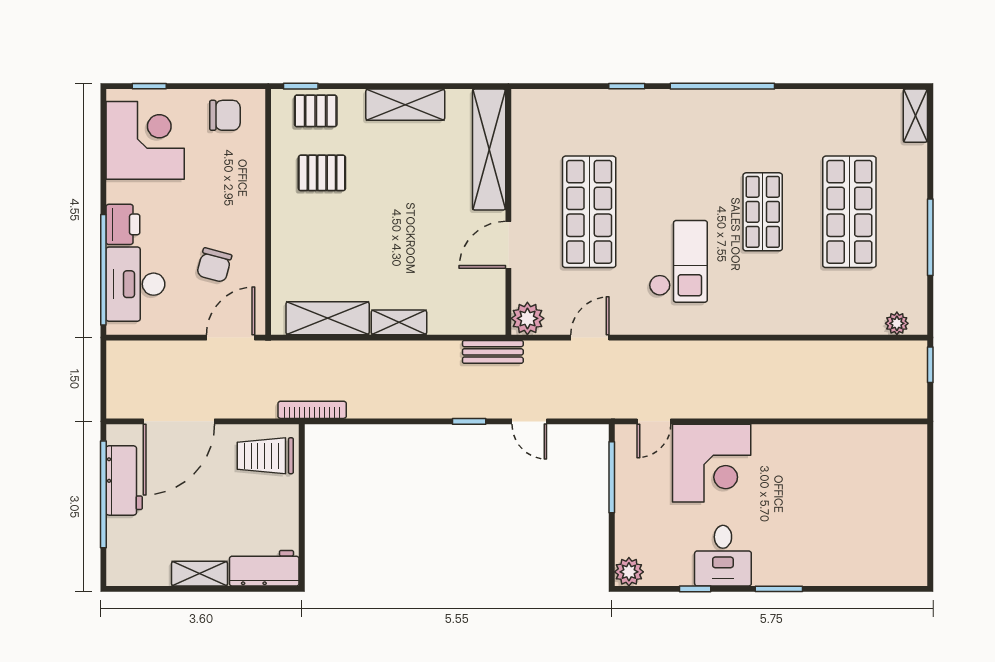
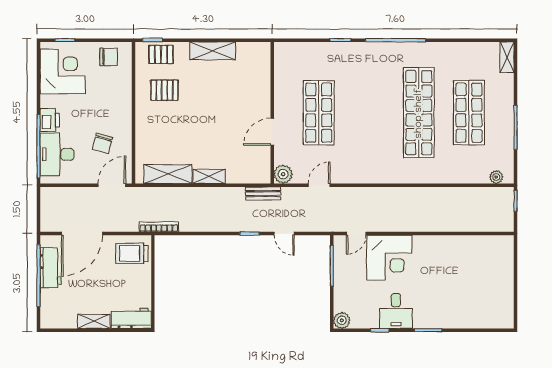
shelving: (489, 150) -> (261, 77), removed
shop shelf: (763, 212) -> (419, 113), width x2.00, depth x1.36
checkout: (678, 261) -> (370, 141), removed

